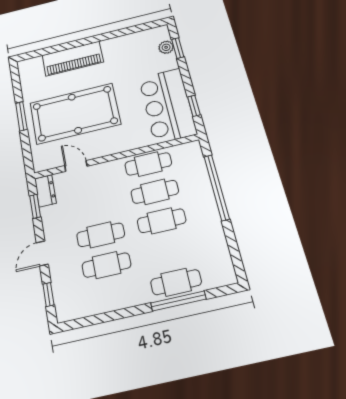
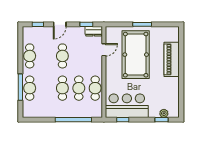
door: (42, 253) -> (60, 24), swing flipped
cafe table: (106, 265) -> (30, 56), moved

